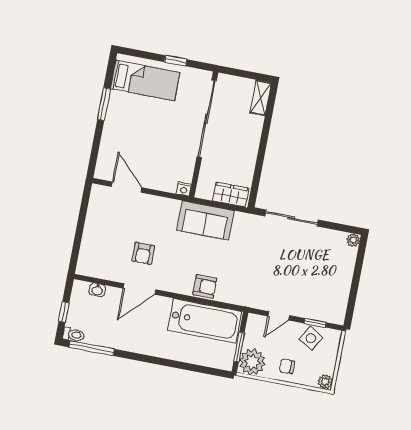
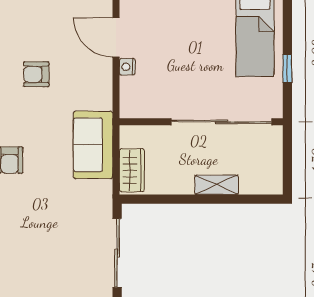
shelving: (261, 98) -> (217, 185), moved
door: (127, 187) -> (116, 37), swing flipped
nightstand: (184, 189) -> (127, 67), moved

